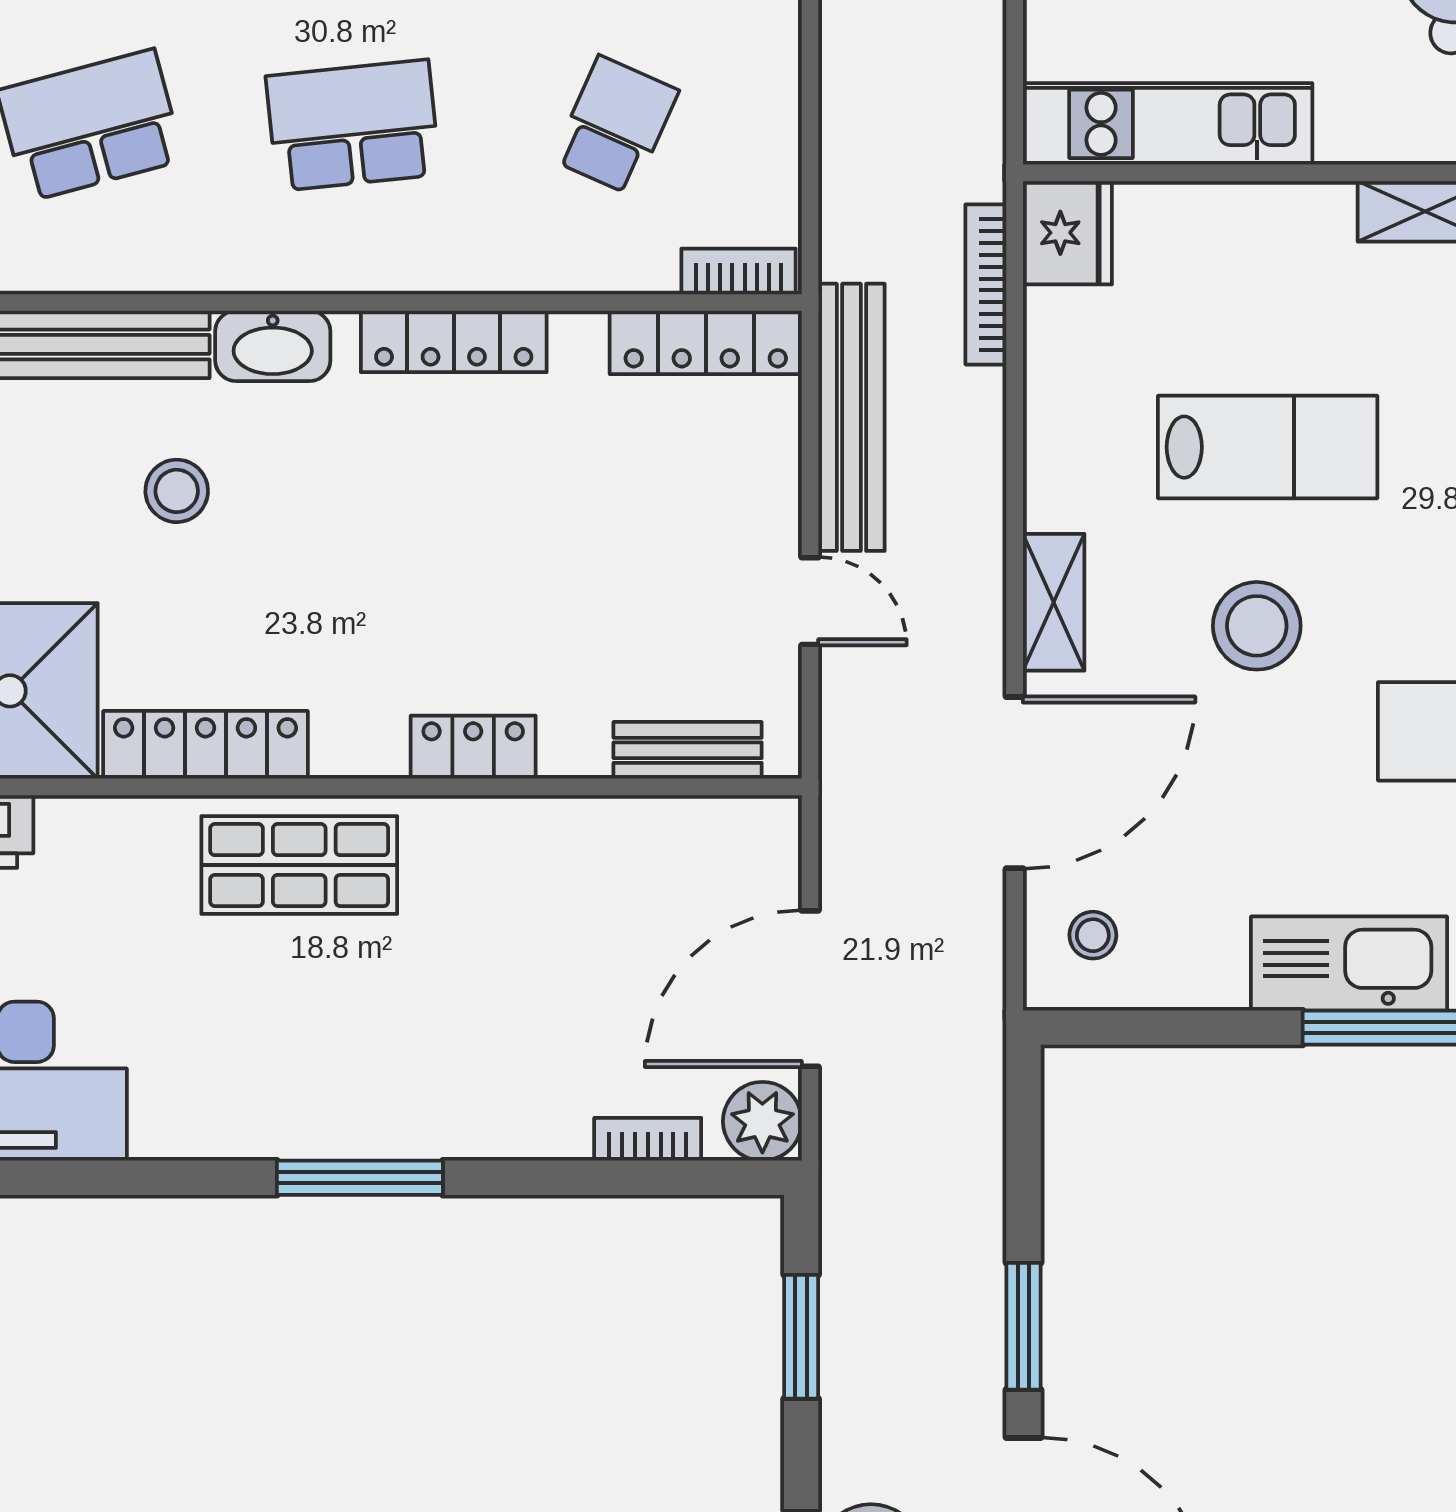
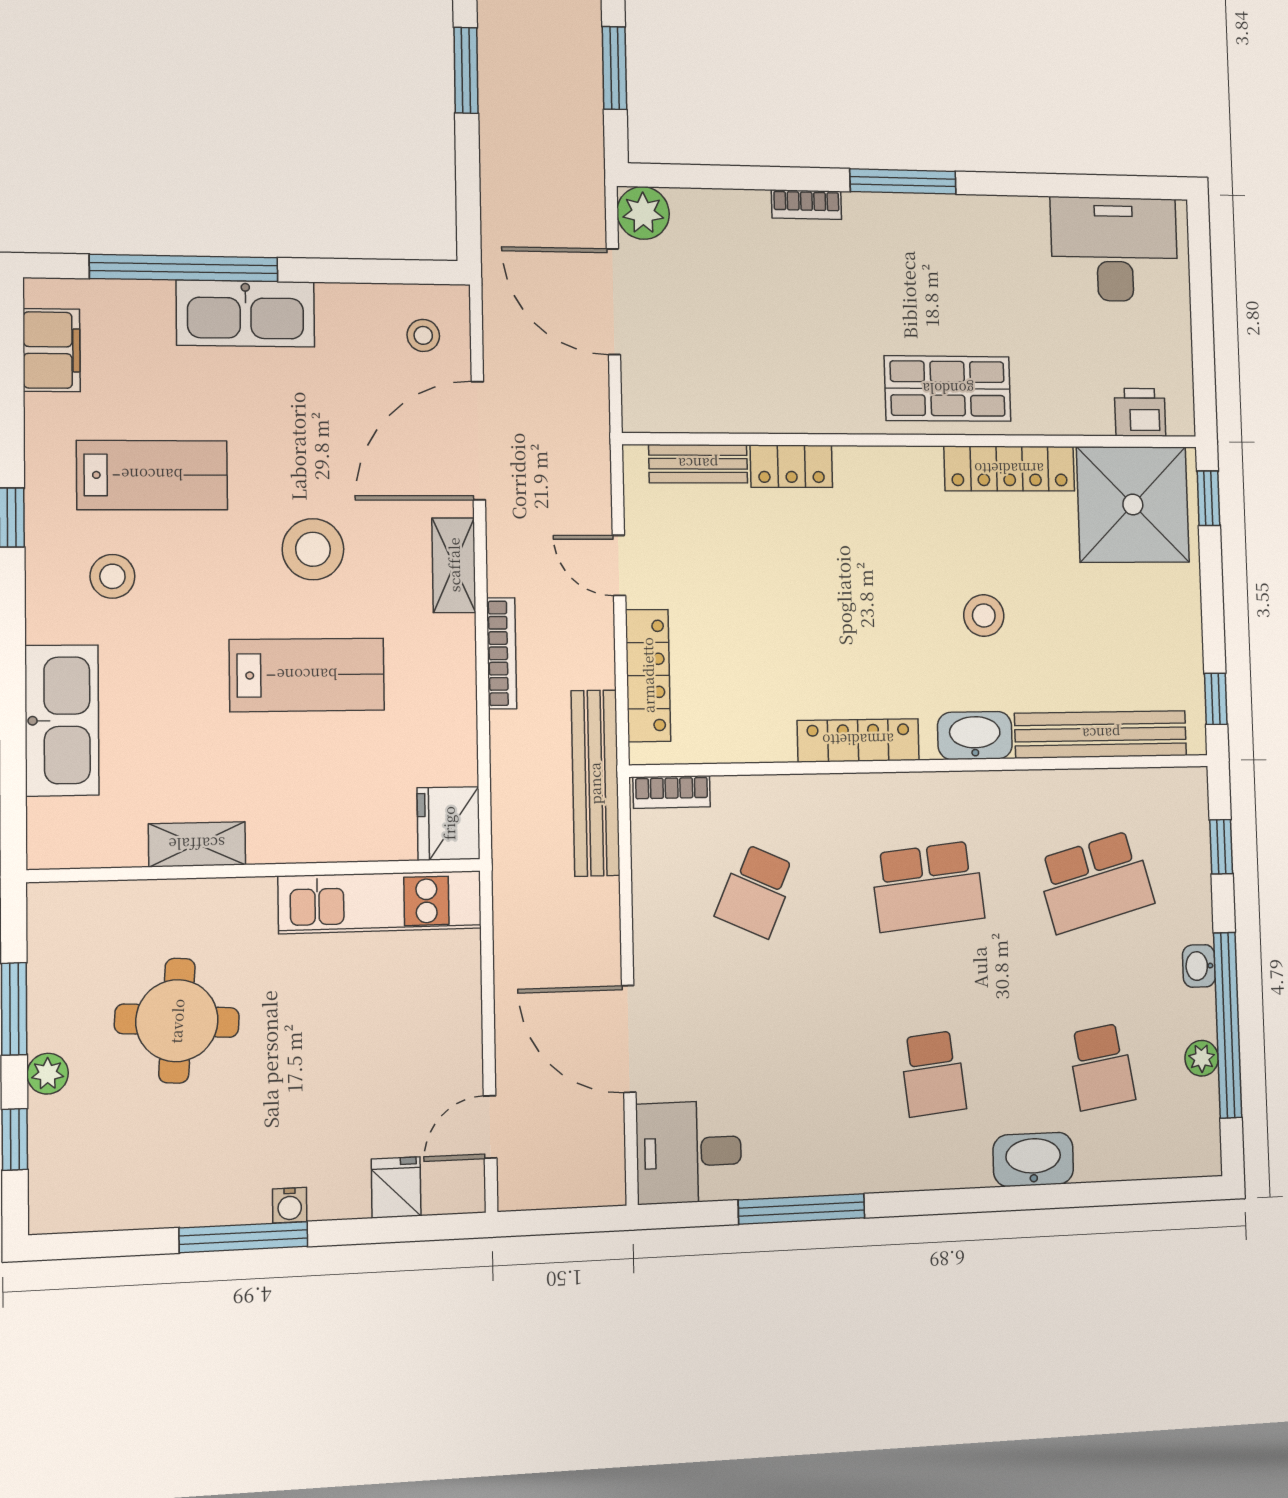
bookcase: (986, 284) -> (502, 653), moved
locker: (706, 342) -> (648, 675), moved, turned 90
bench: (851, 417) -> (595, 783), moved
lab bench: (1268, 447) -> (307, 675), turned 180
stool: (177, 491) -> (984, 615), moved
locker: (473, 747) -> (791, 466), moved
door: (810, 989) -> (613, 302), swing flipped
bookcase: (648, 1139) -> (806, 205), moved

